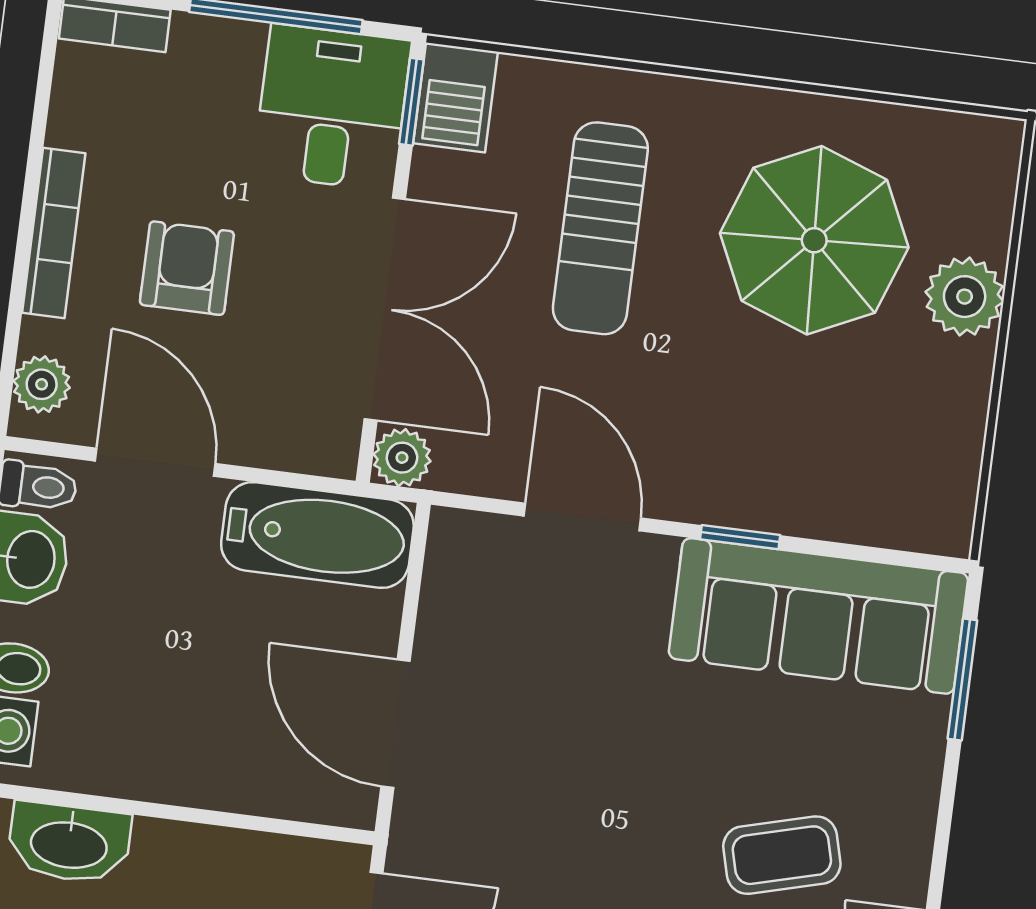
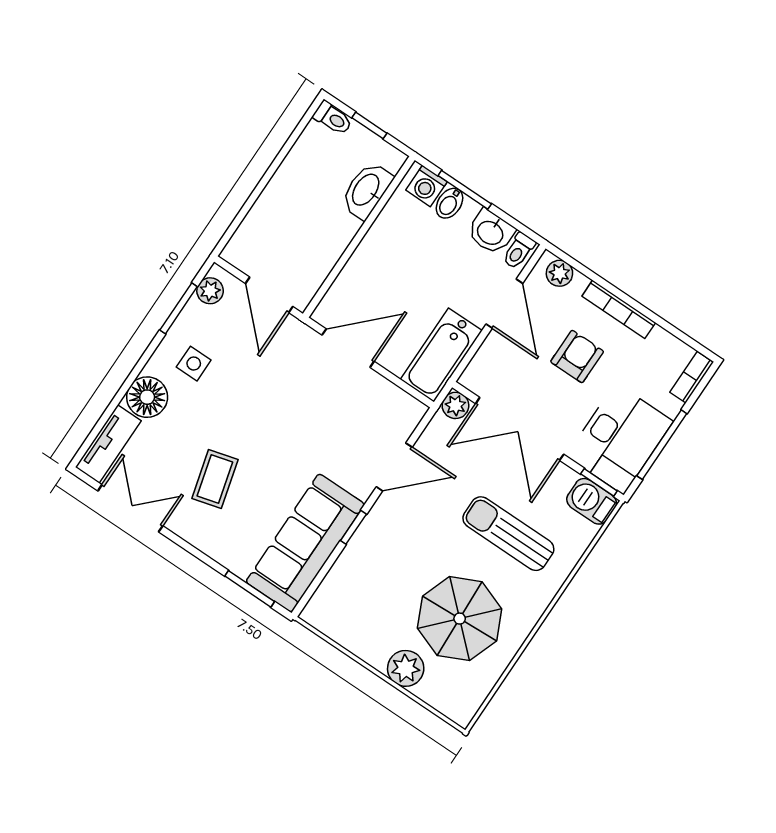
desk: (332, 107) -> (620, 439), width x1.37
armchair: (187, 268) -> (577, 357), turned -90
door: (155, 462) -> (504, 304), hinge flipped

